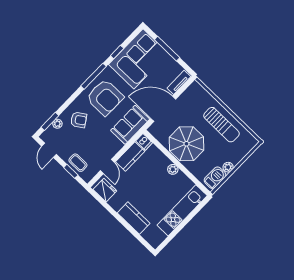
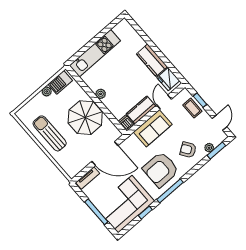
armchair: (105, 97) -> (161, 169), turned -90
sofa: (130, 125) -> (153, 128), moved
kitchen counter: (134, 218) -> (152, 60), moved

